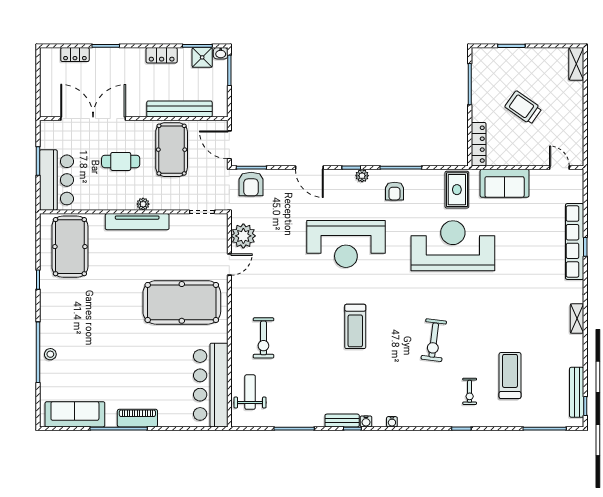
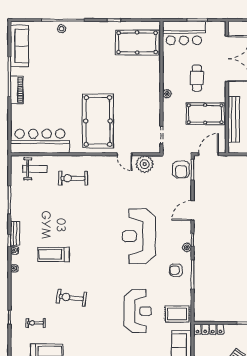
armchair: (251, 184) -> (181, 170), turned -90
tv unit: (137, 222) -> (155, 90), removed
reception desk: (453, 246) -> (138, 311), width x0.74, depth x0.77
treadmill: (355, 326) -> (53, 254), moved

